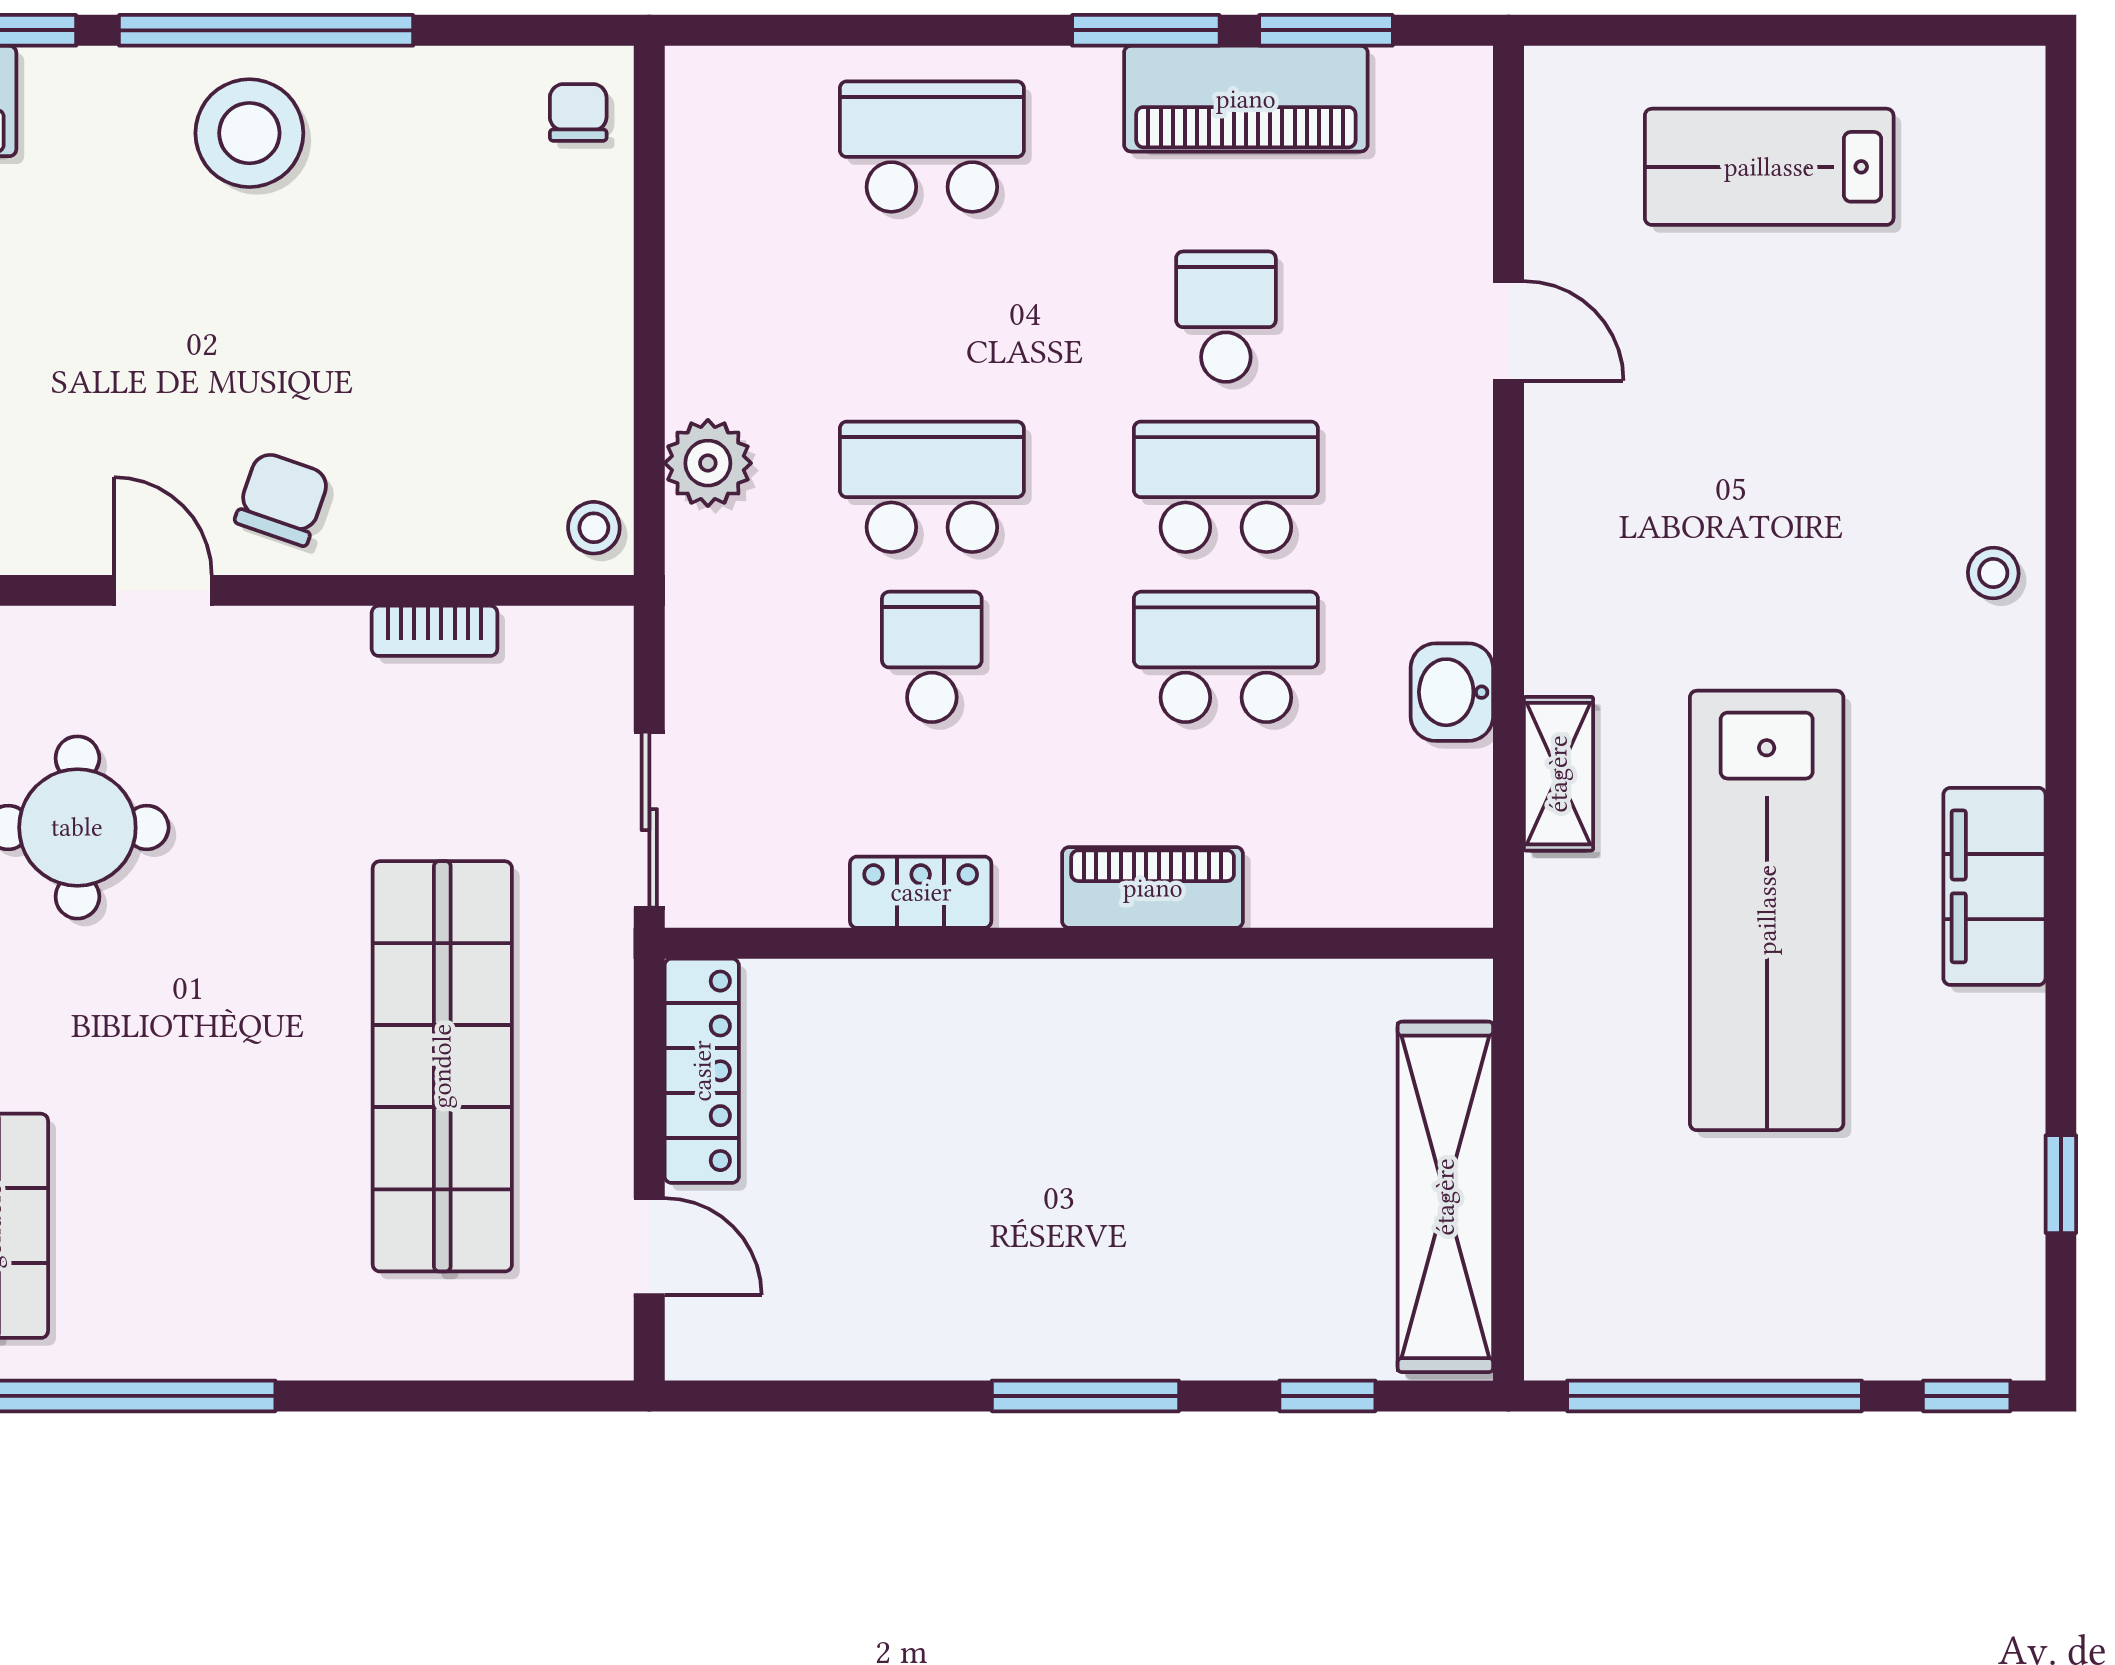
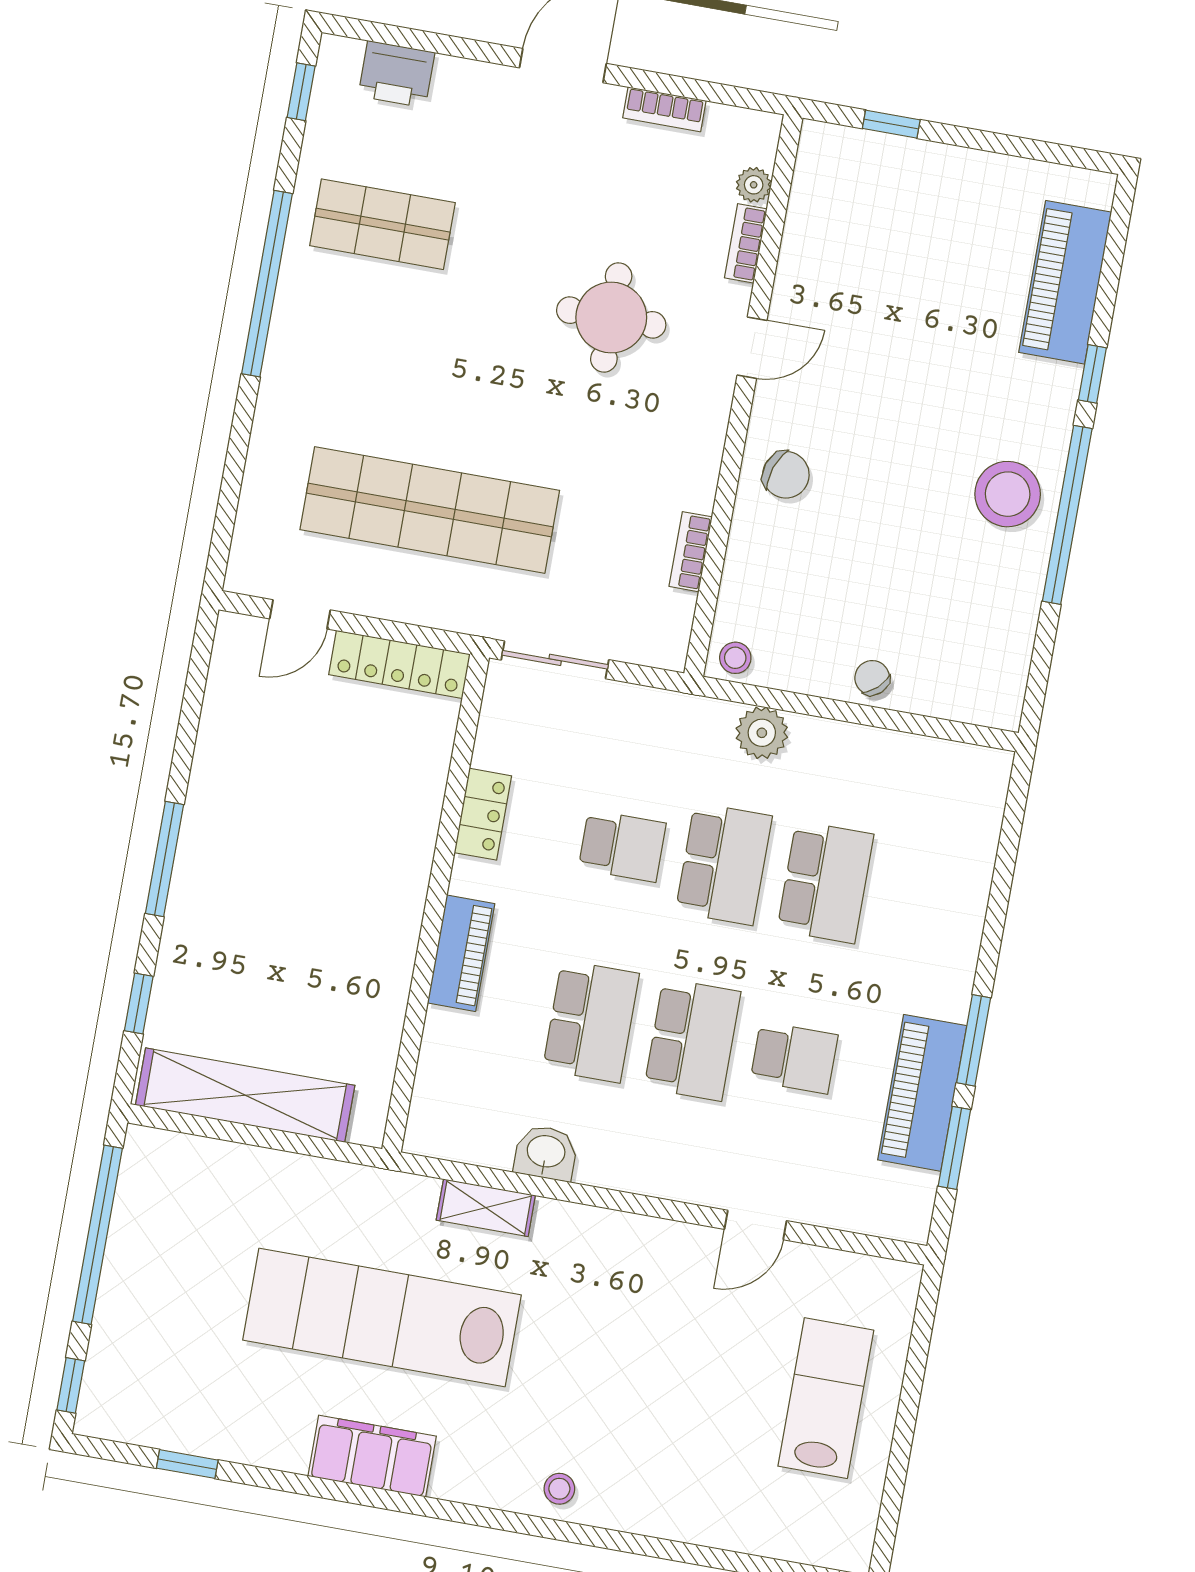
chair: (578, 112) -> (872, 678), moved, turned -133
school desk: (932, 147) -> (825, 882), moved
door: (163, 590) -> (752, 348), moved

